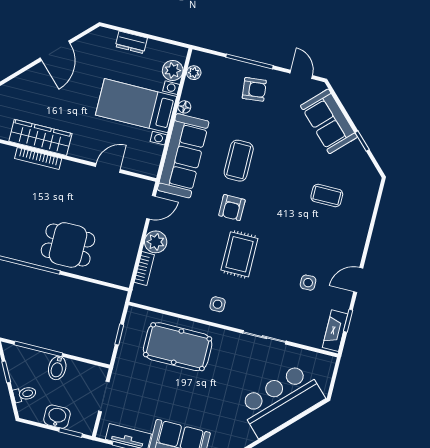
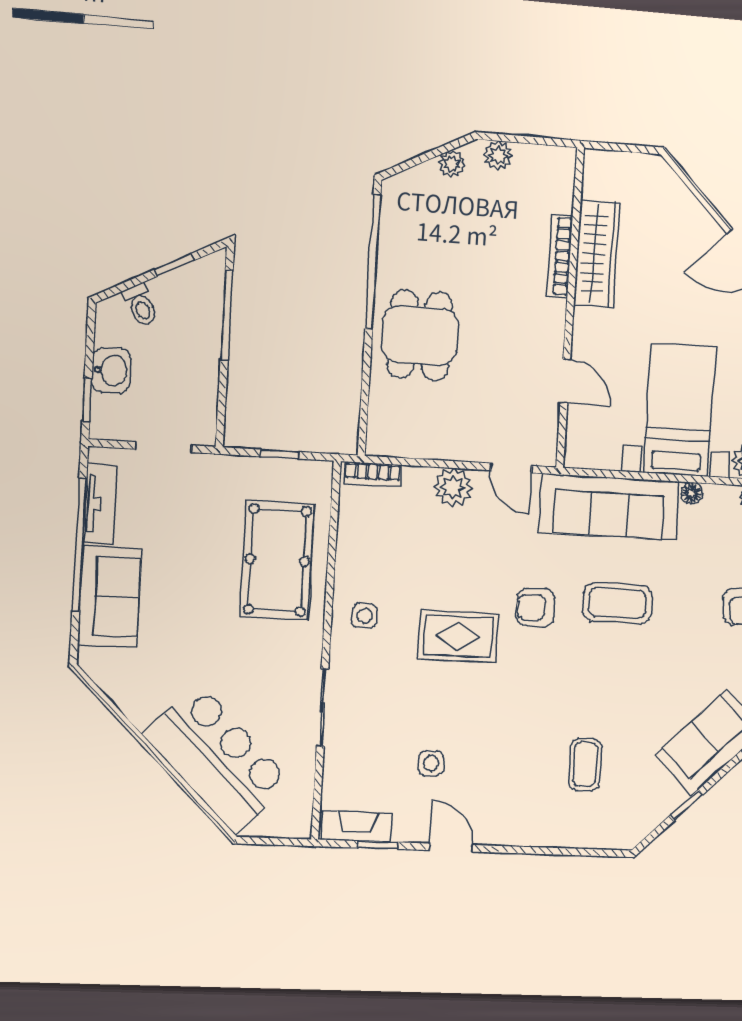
bookcase: (144, 268) -> (373, 474), moved
bidet: (57, 368) -> (199, 355), removed

